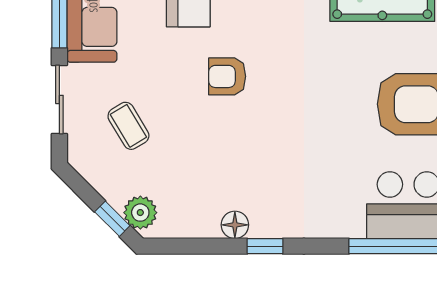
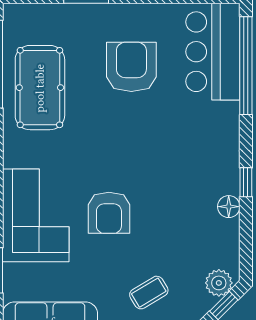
armchair: (227, 76) -> (109, 213), width x1.38, depth x1.38

